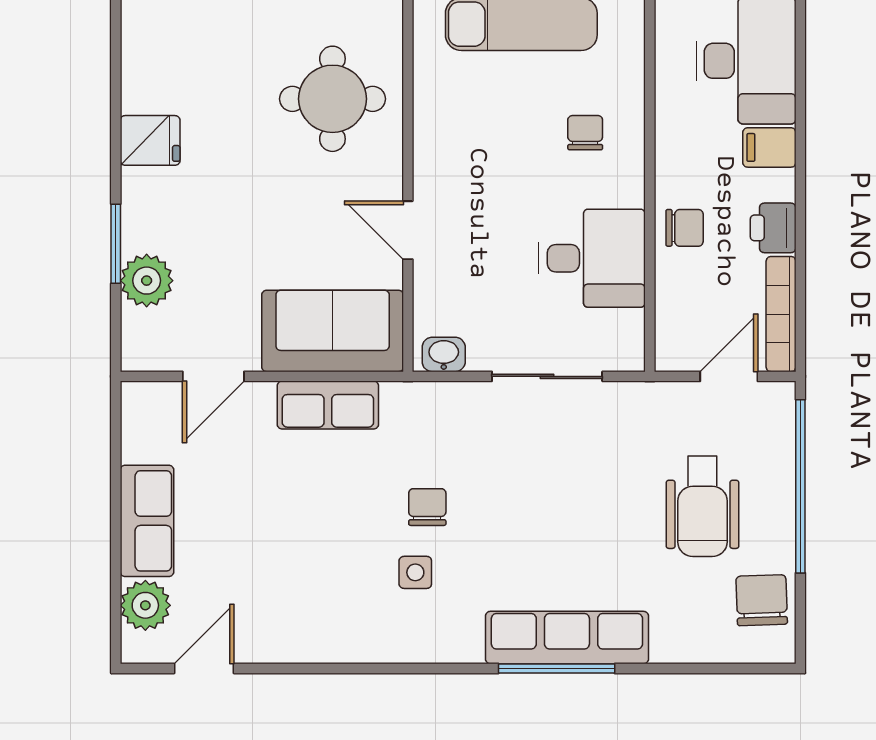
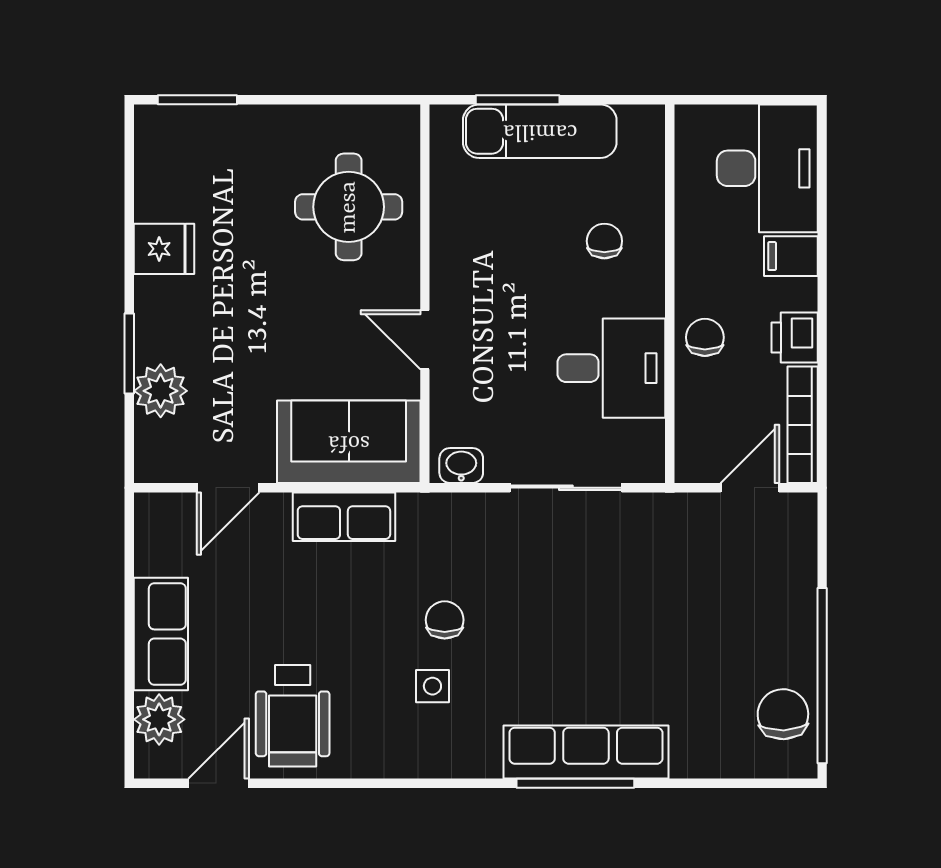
chair: (685, 228) -> (705, 337), turned -90
window: (800, 486) -> (822, 676), moved
wheelchair: (702, 506) -> (293, 716), moved

